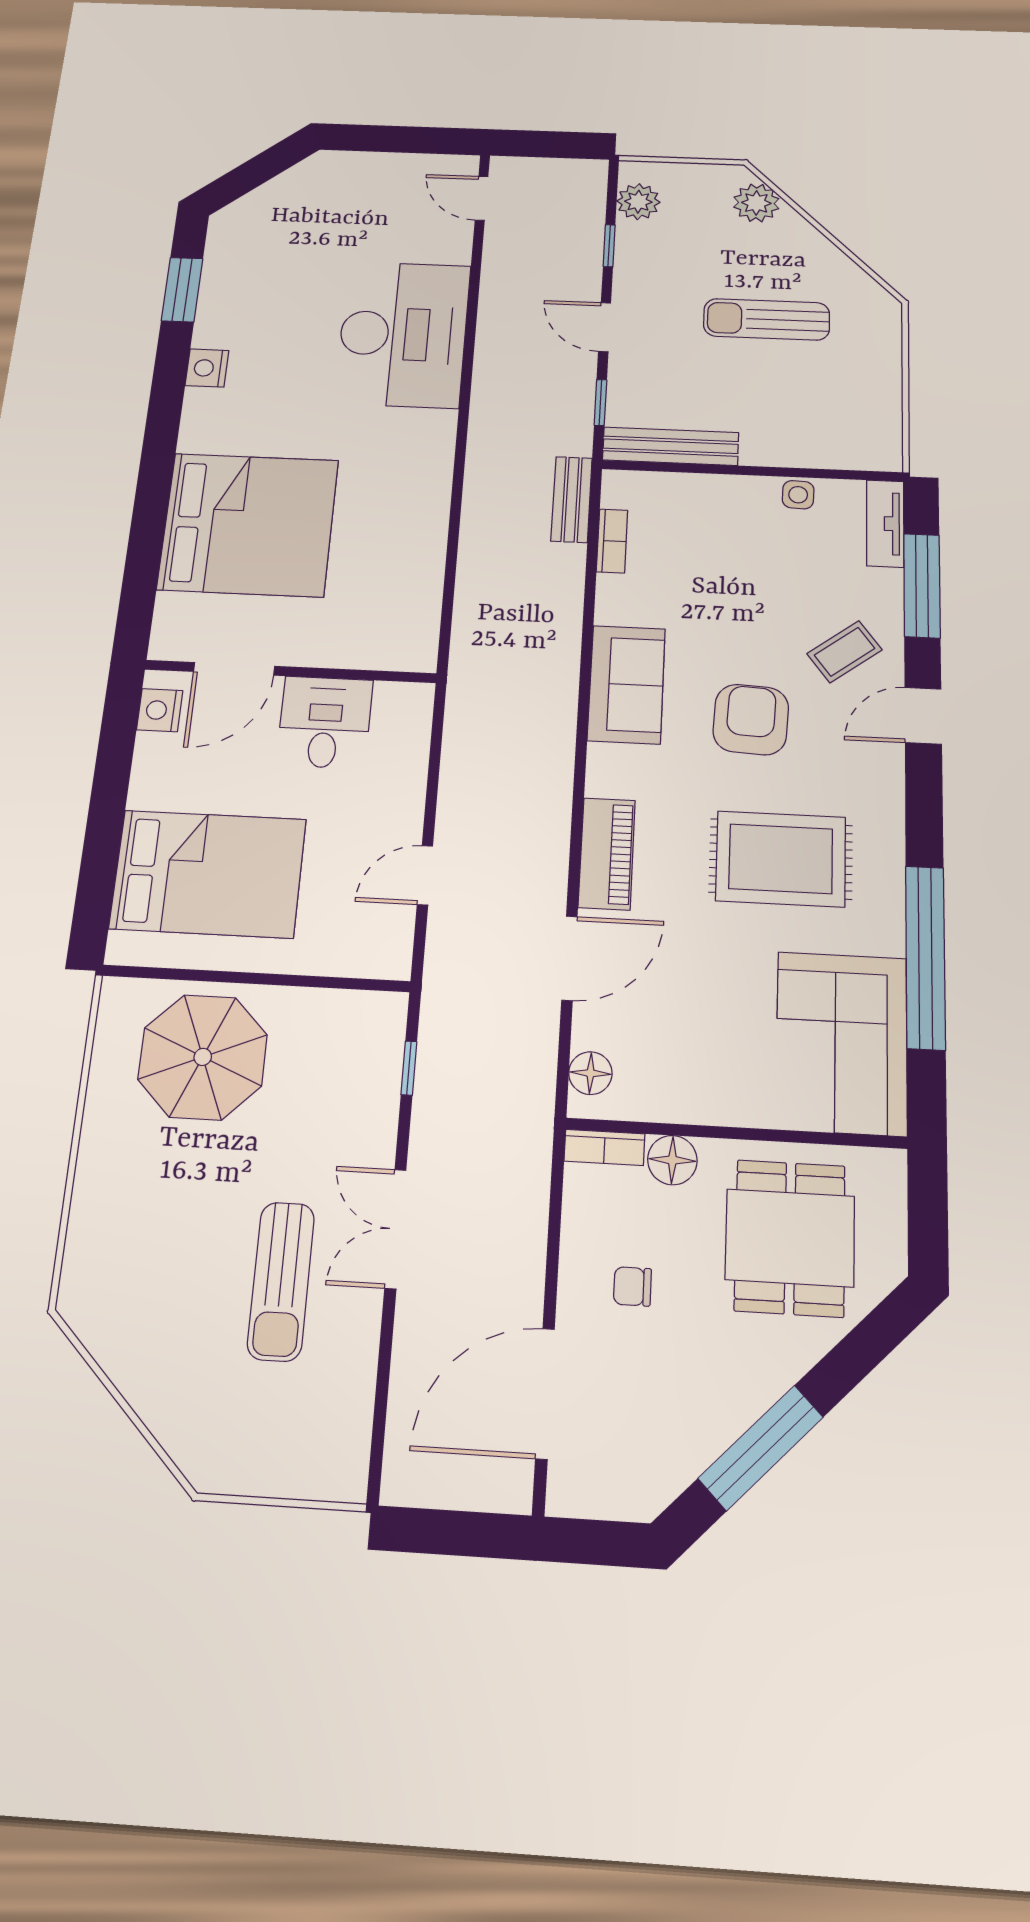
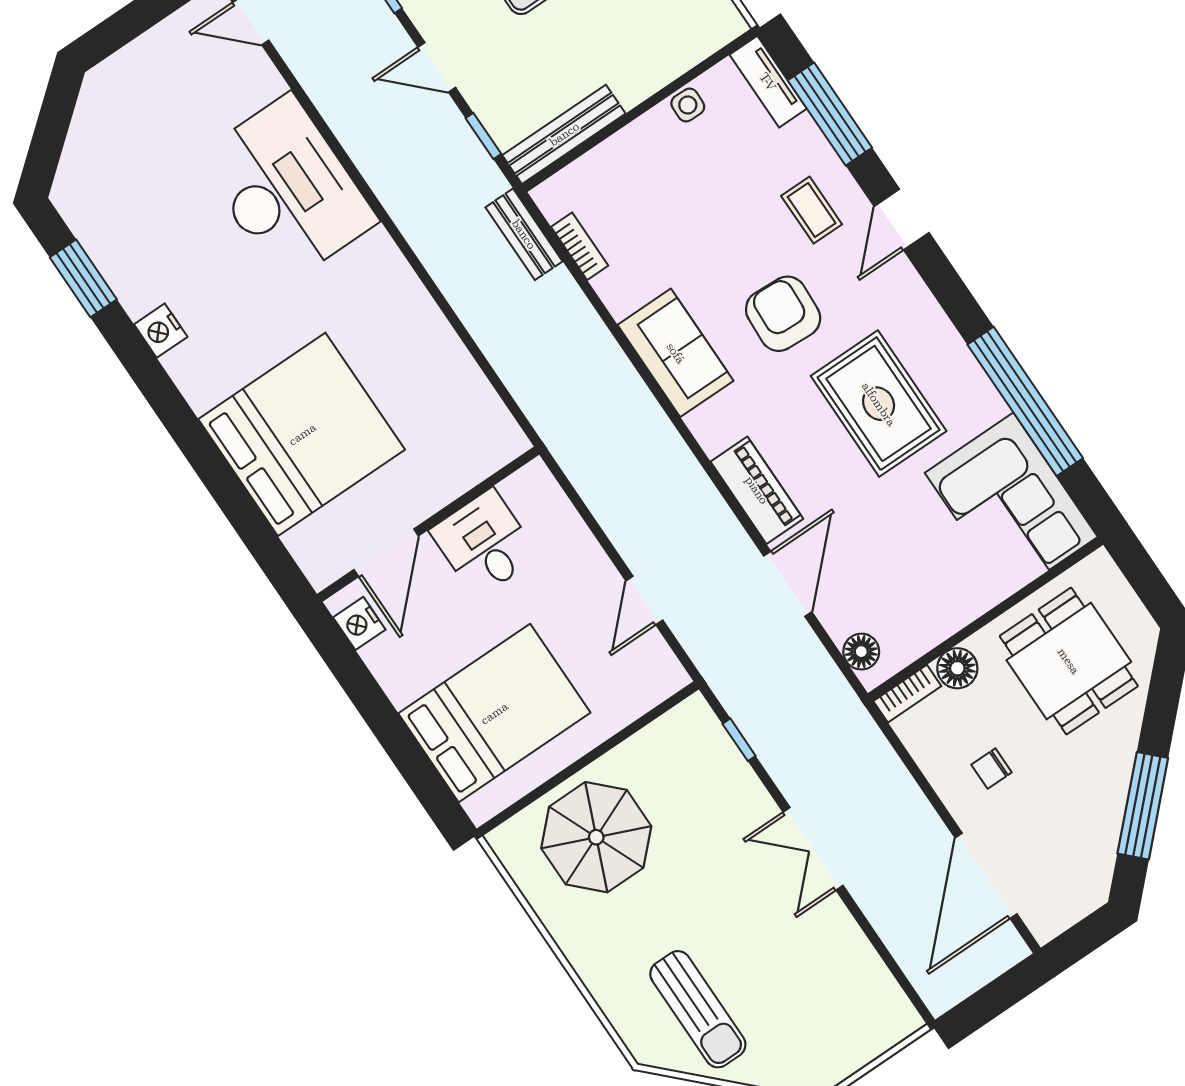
coffee table: (844, 652) -> (812, 210), turned -53
rug: (781, 859) -> (879, 404), turned 90
sun lounger: (281, 1281) -> (698, 1009), moved

